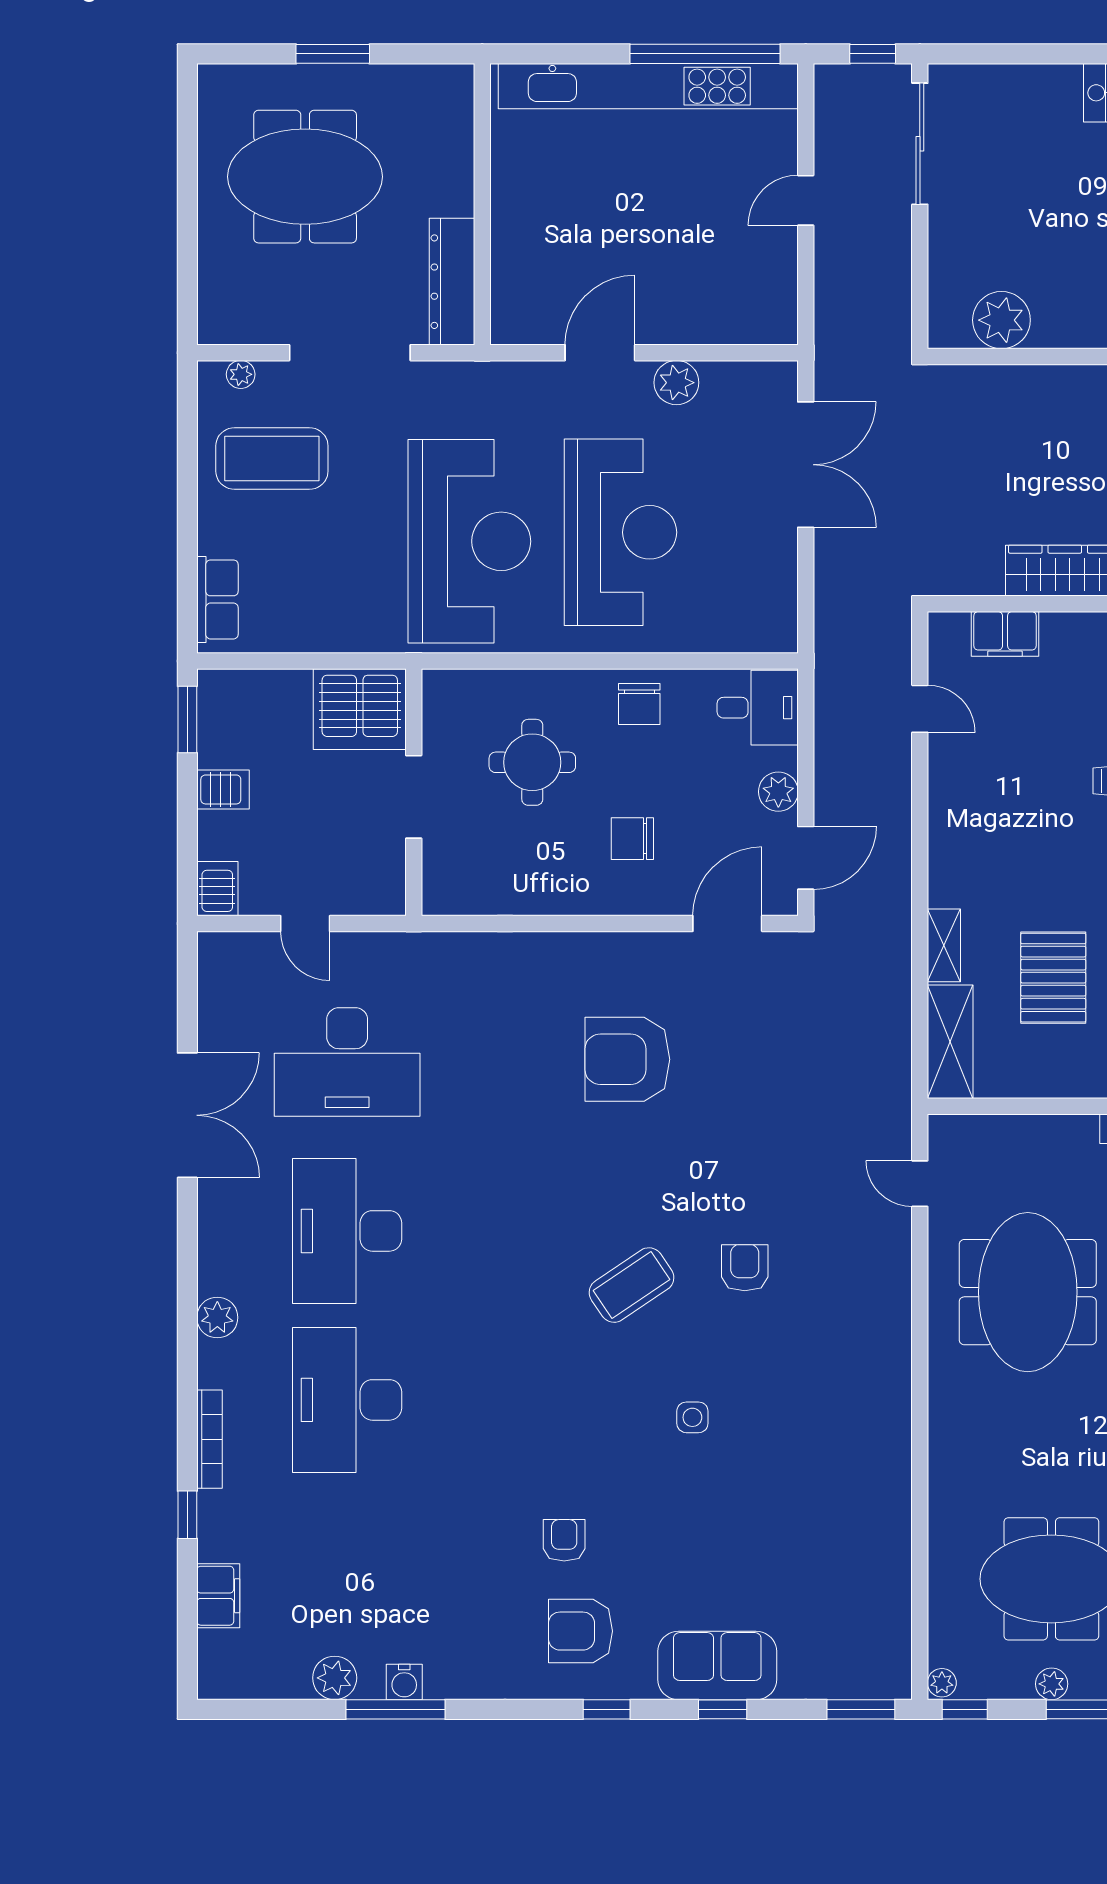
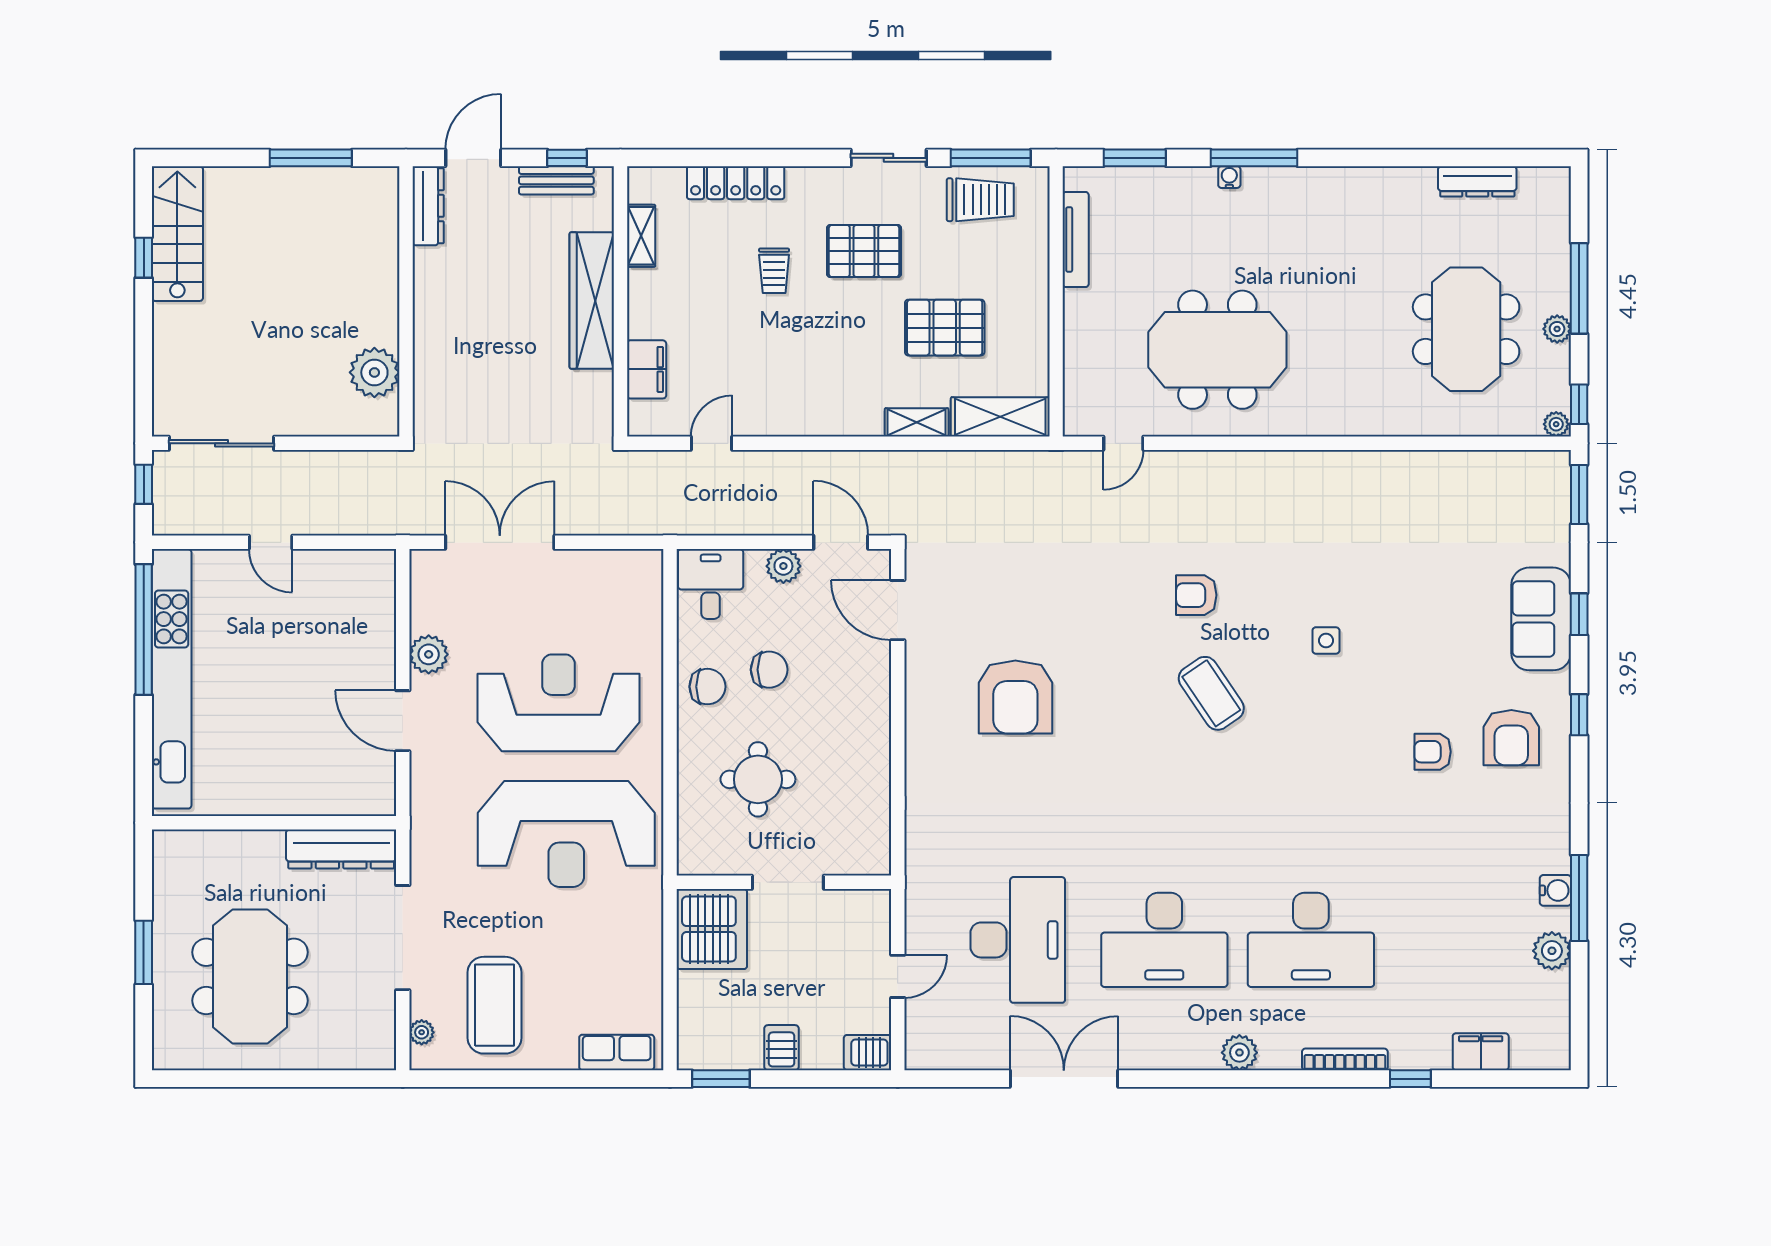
reception desk: (469, 541) -> (566, 834), turned 180
chair: (632, 839) -> (769, 670), moved, turned -90

